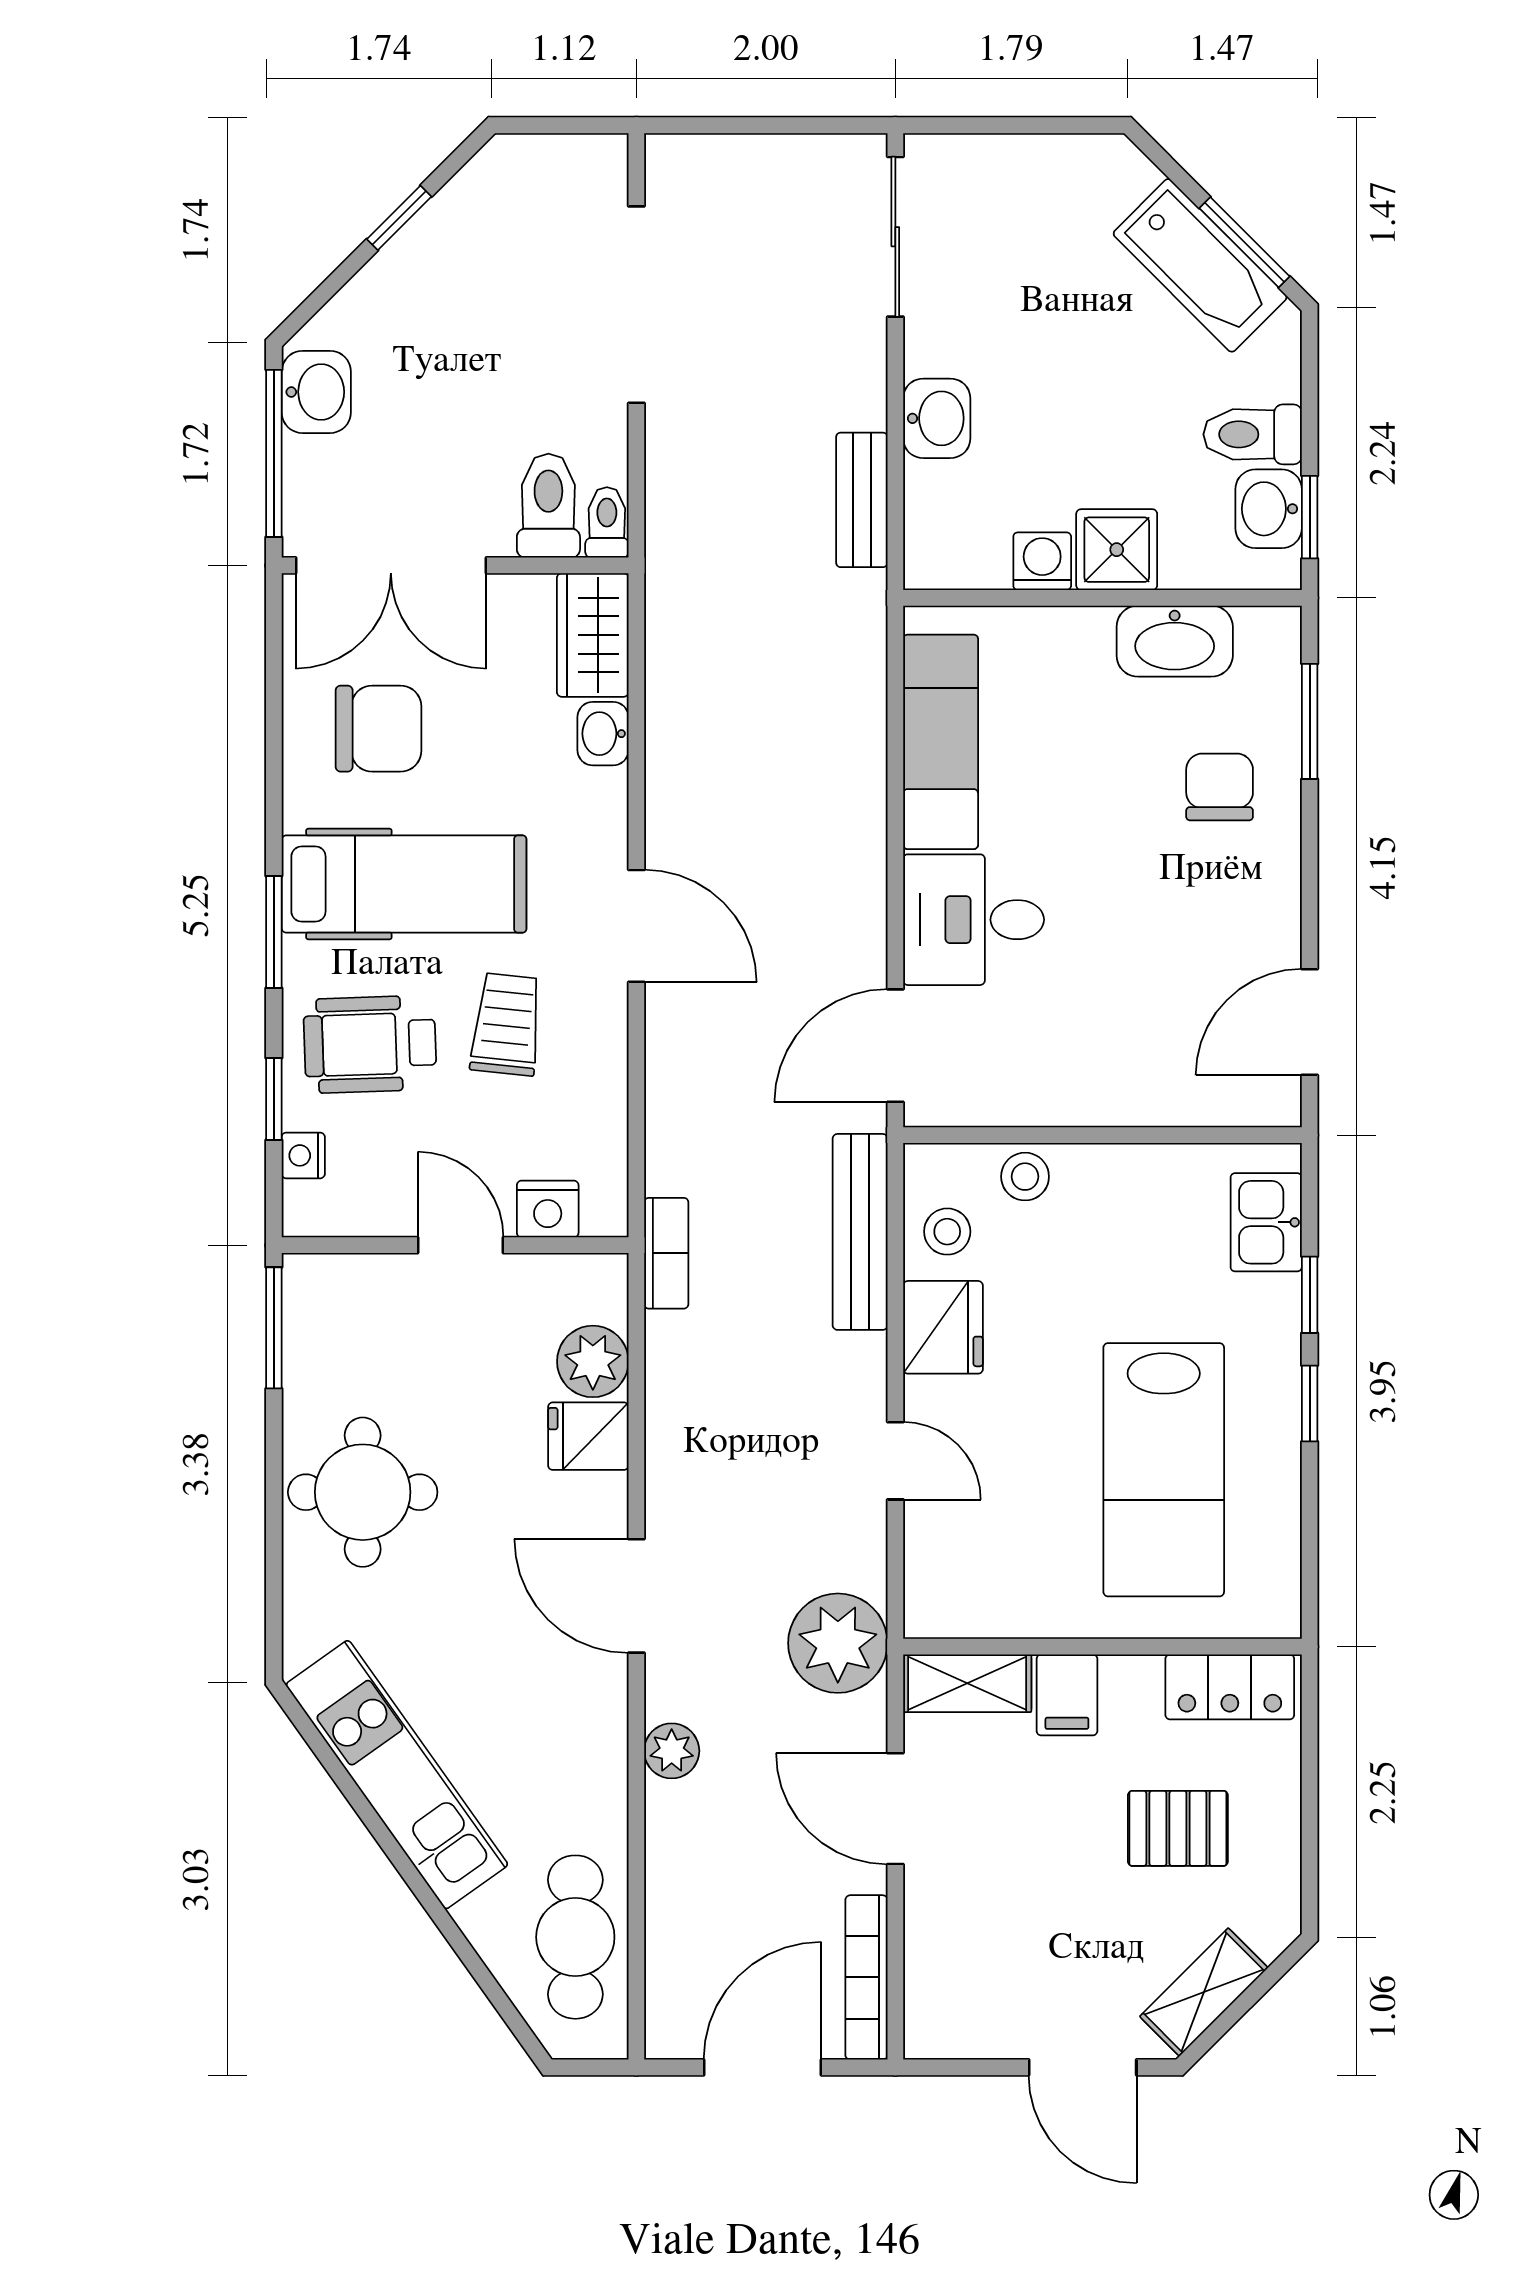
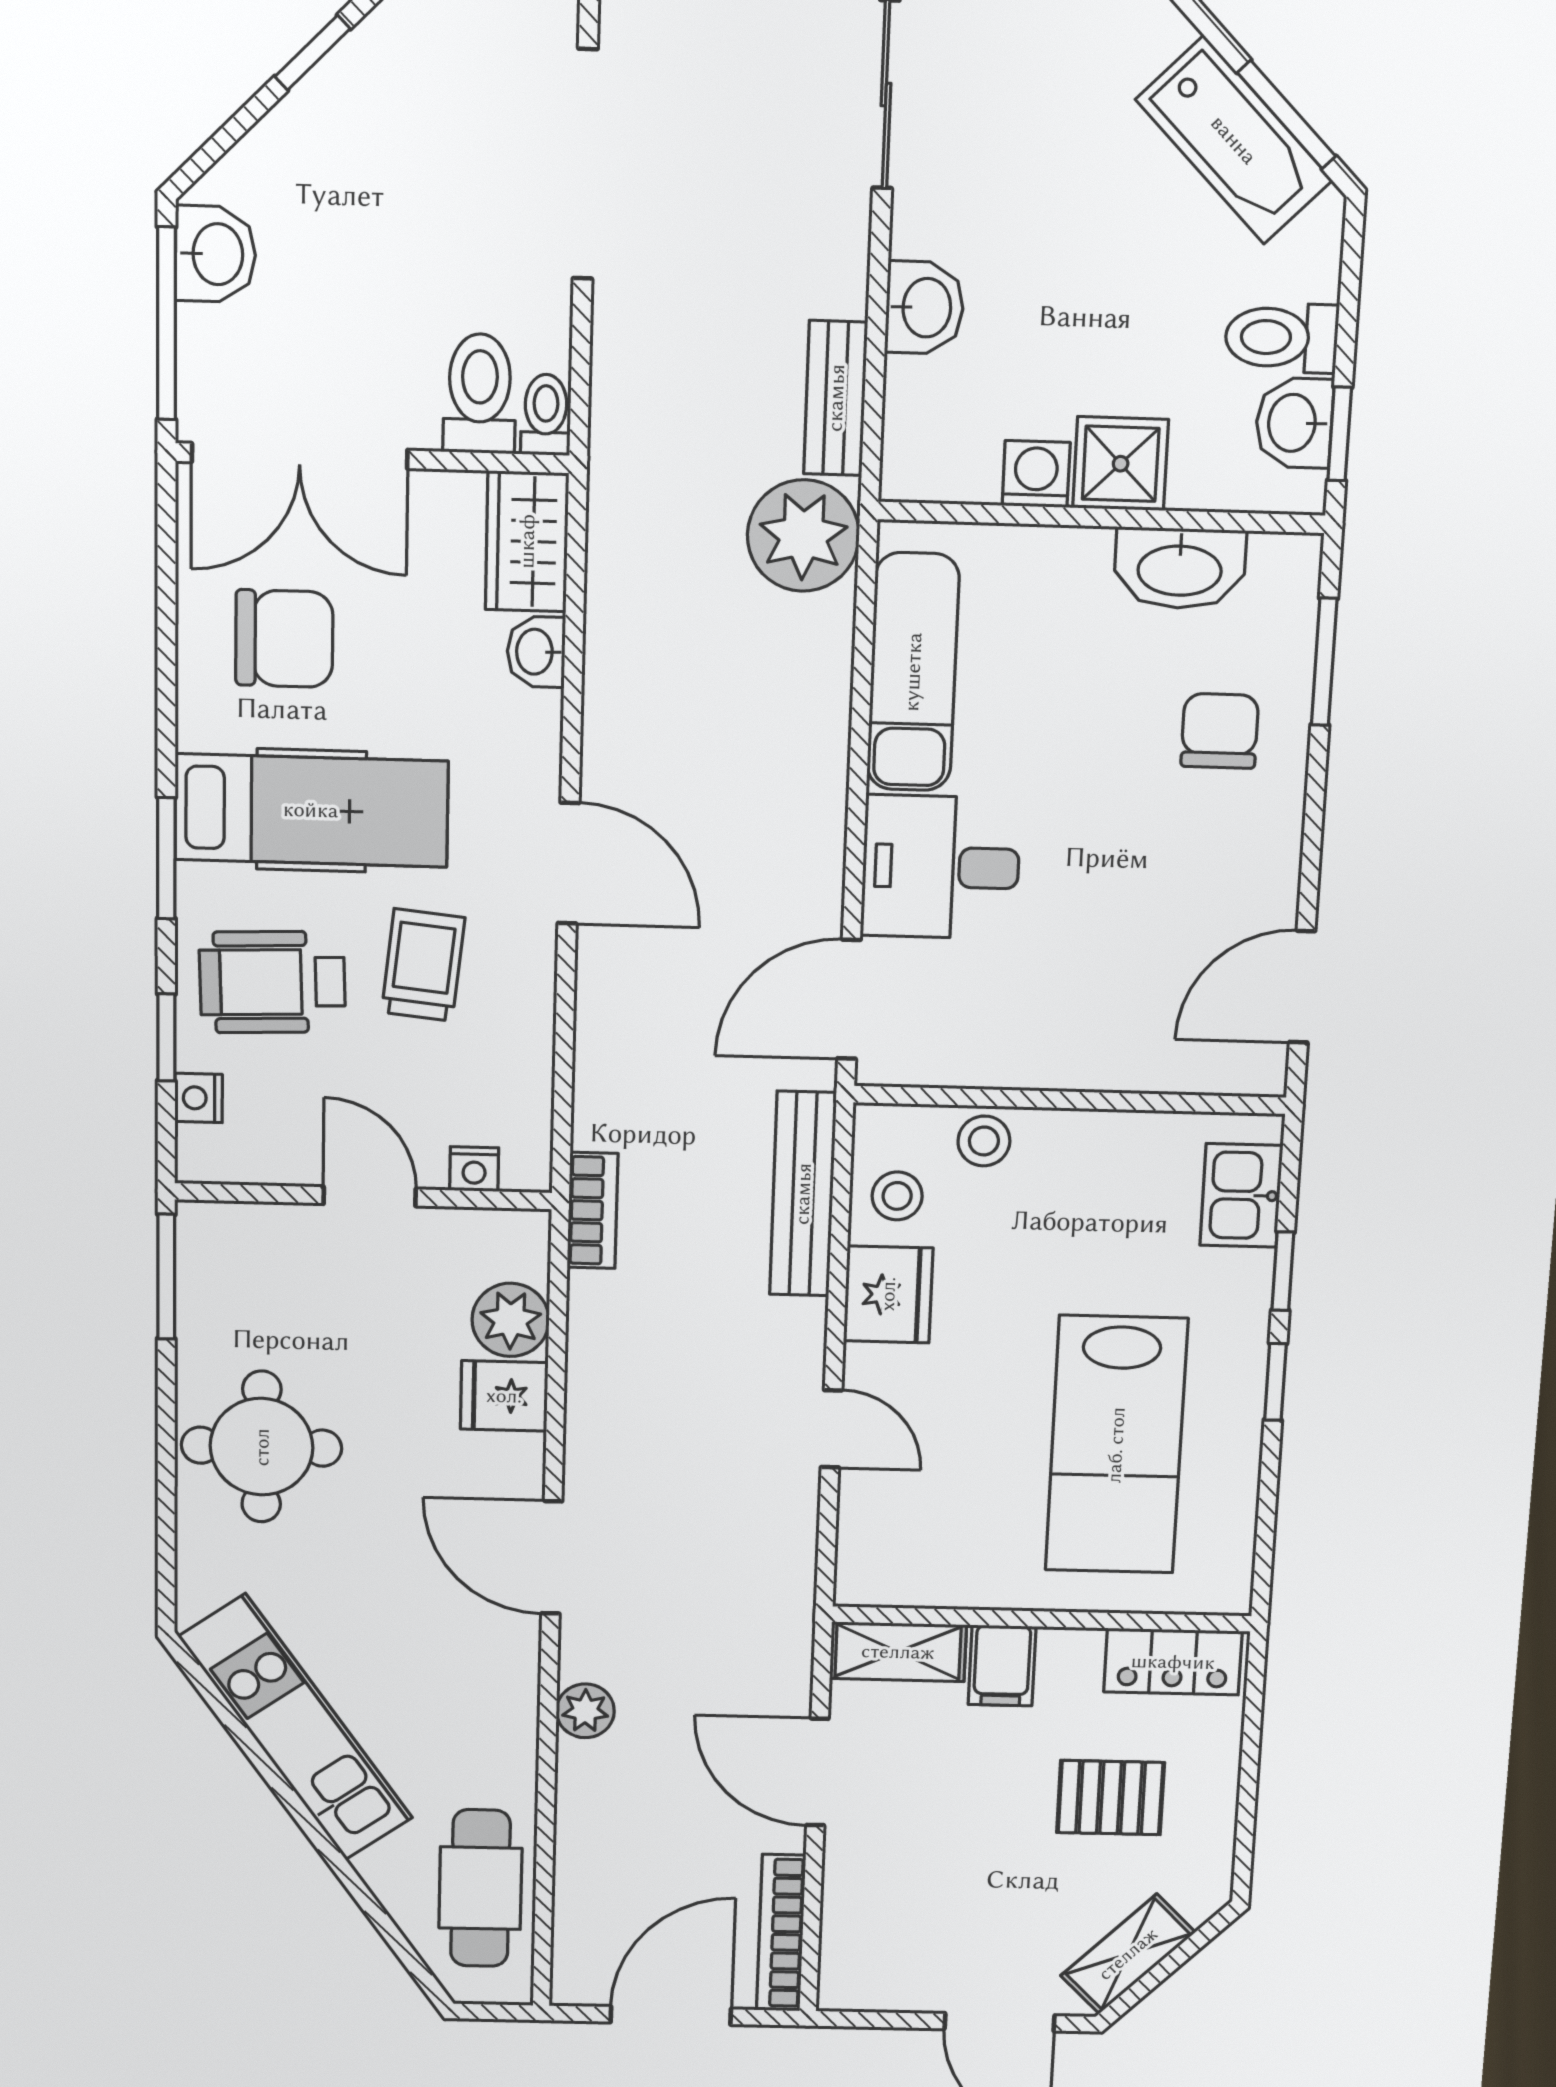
nightstand: (548, 1209) -> (474, 1169), width x0.72, depth x0.74
plant: (838, 1643) -> (803, 535), moved

